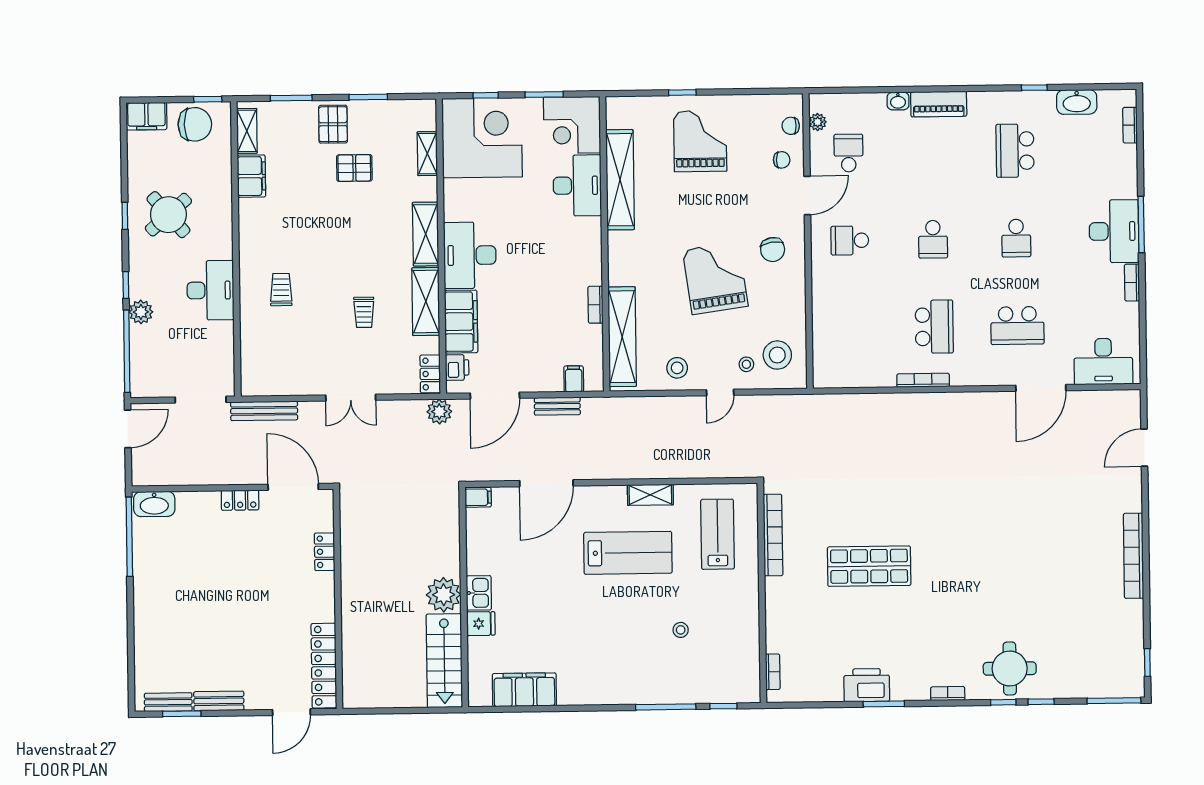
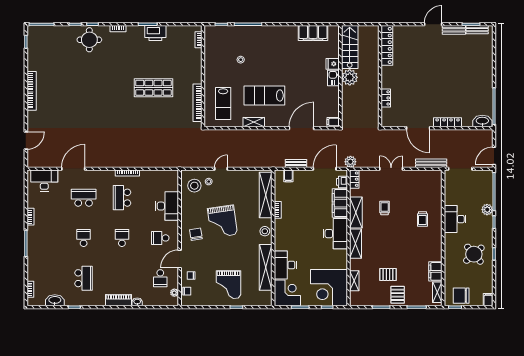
filing cabinet: (146, 116) -> (488, 300), width x0.50
desk: (1114, 231) -> (167, 206), moved, turned 180
school desk: (850, 240) -> (160, 238), turned 180
stool: (677, 368) -> (265, 231), moved
locker: (240, 500) -> (448, 122), width x1.53
locker: (325, 552) -> (386, 98), moved
wall: (338, 599) -> (380, 76), moved
locker: (324, 666) -> (387, 45), moved
door: (291, 712) -> (433, 24), moved

